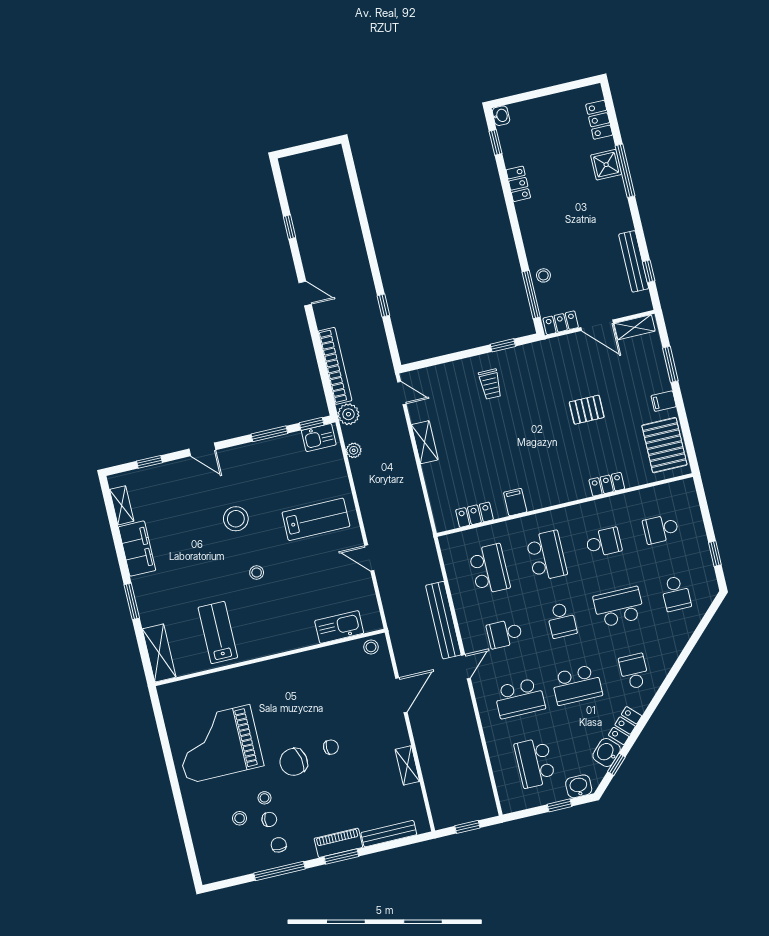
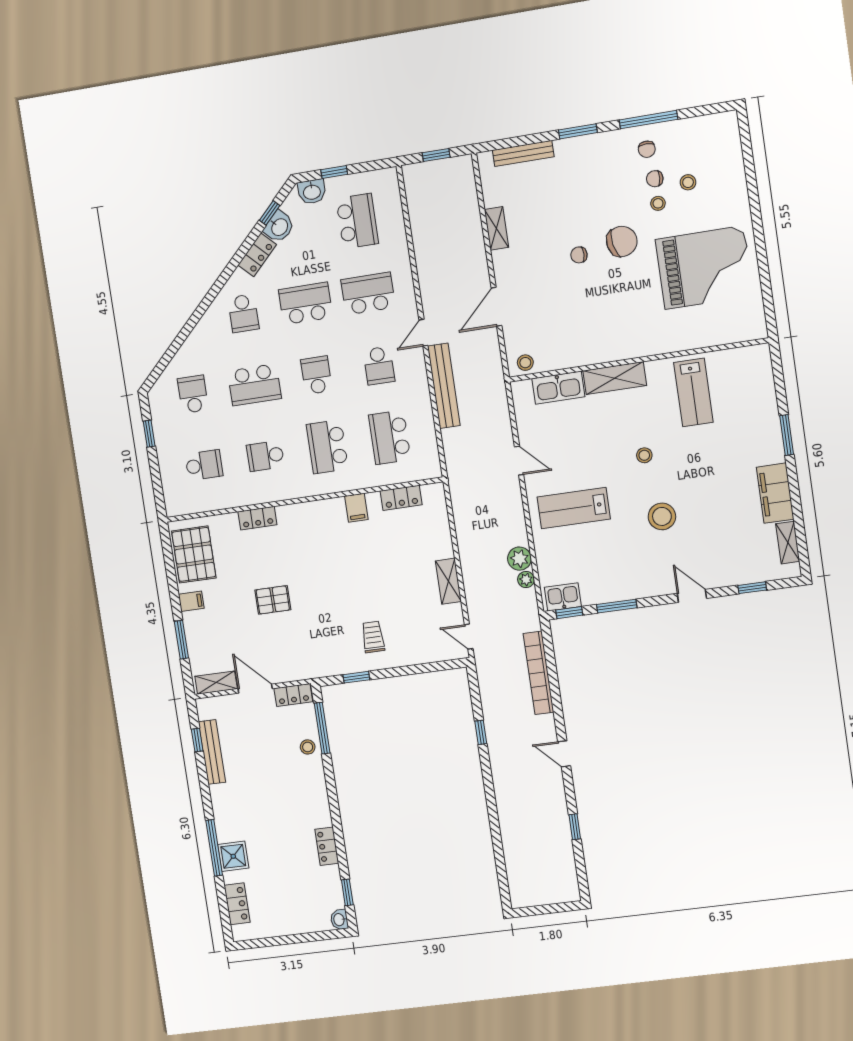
plant: (348, 414) -> (519, 559), moved
school desk: (505, 634) -> (379, 366), turned 90
shelving: (159, 653) -> (615, 378), moved, turned 90
piano: (338, 843) -> (580, 147), removed

